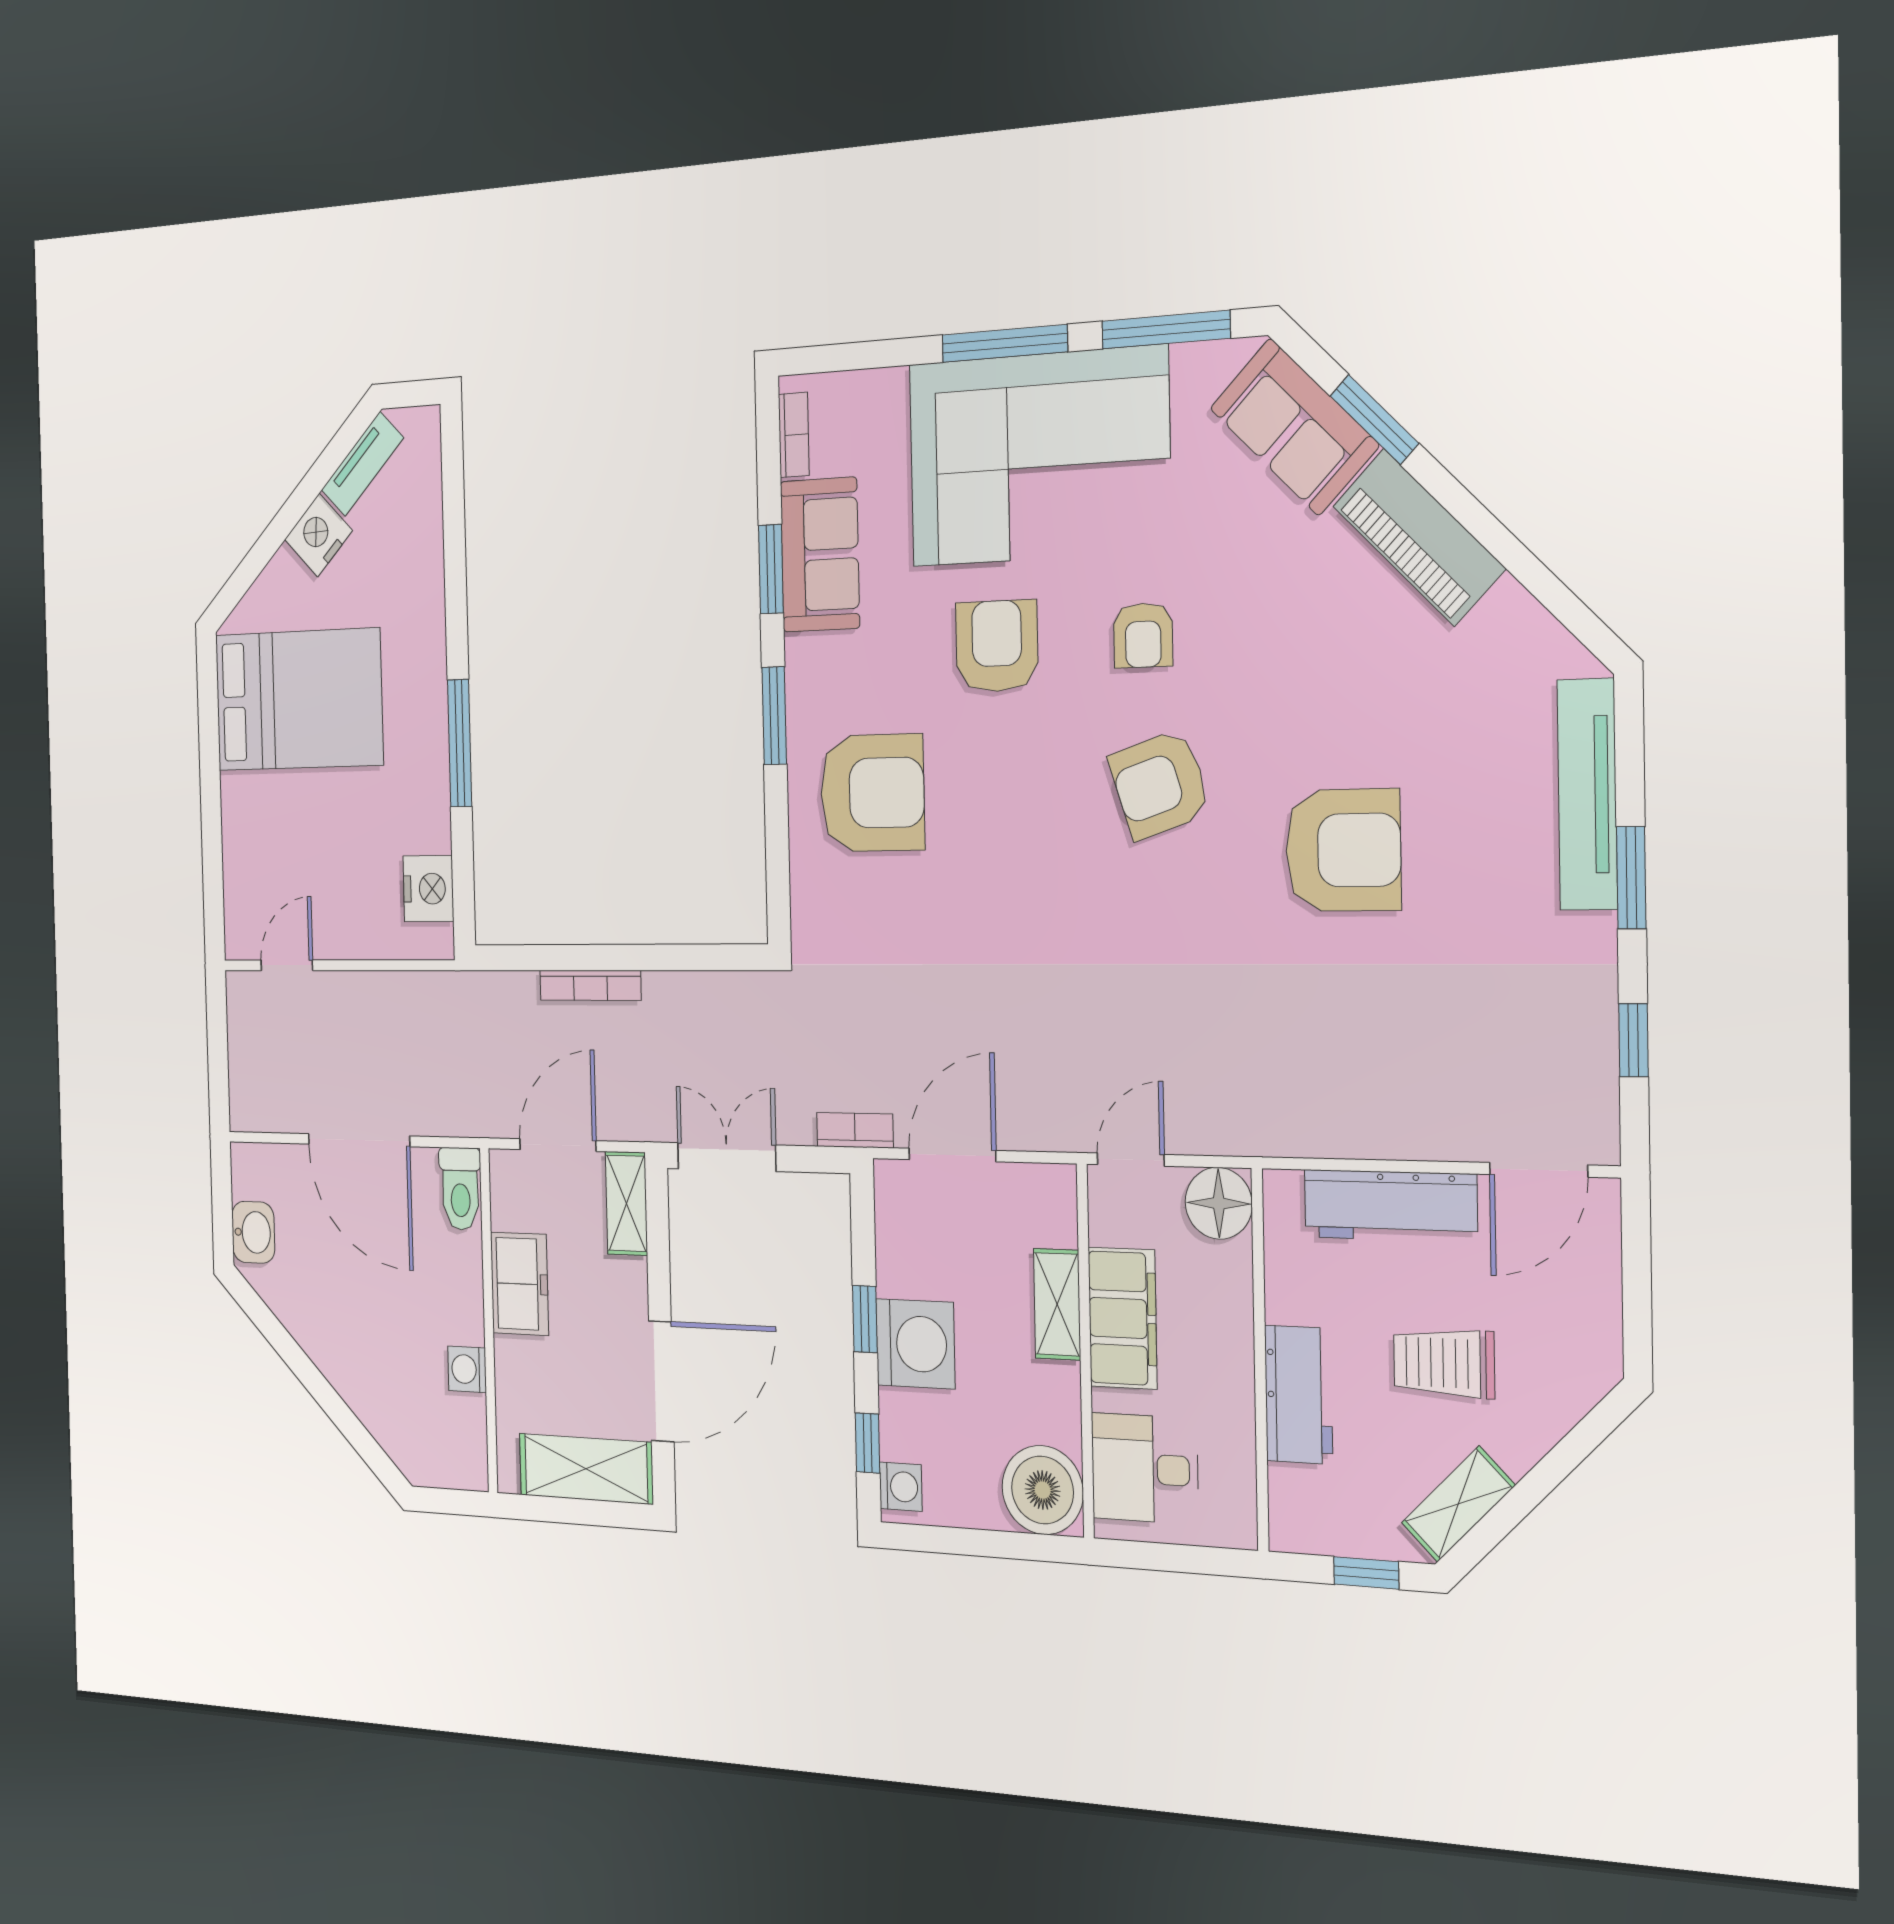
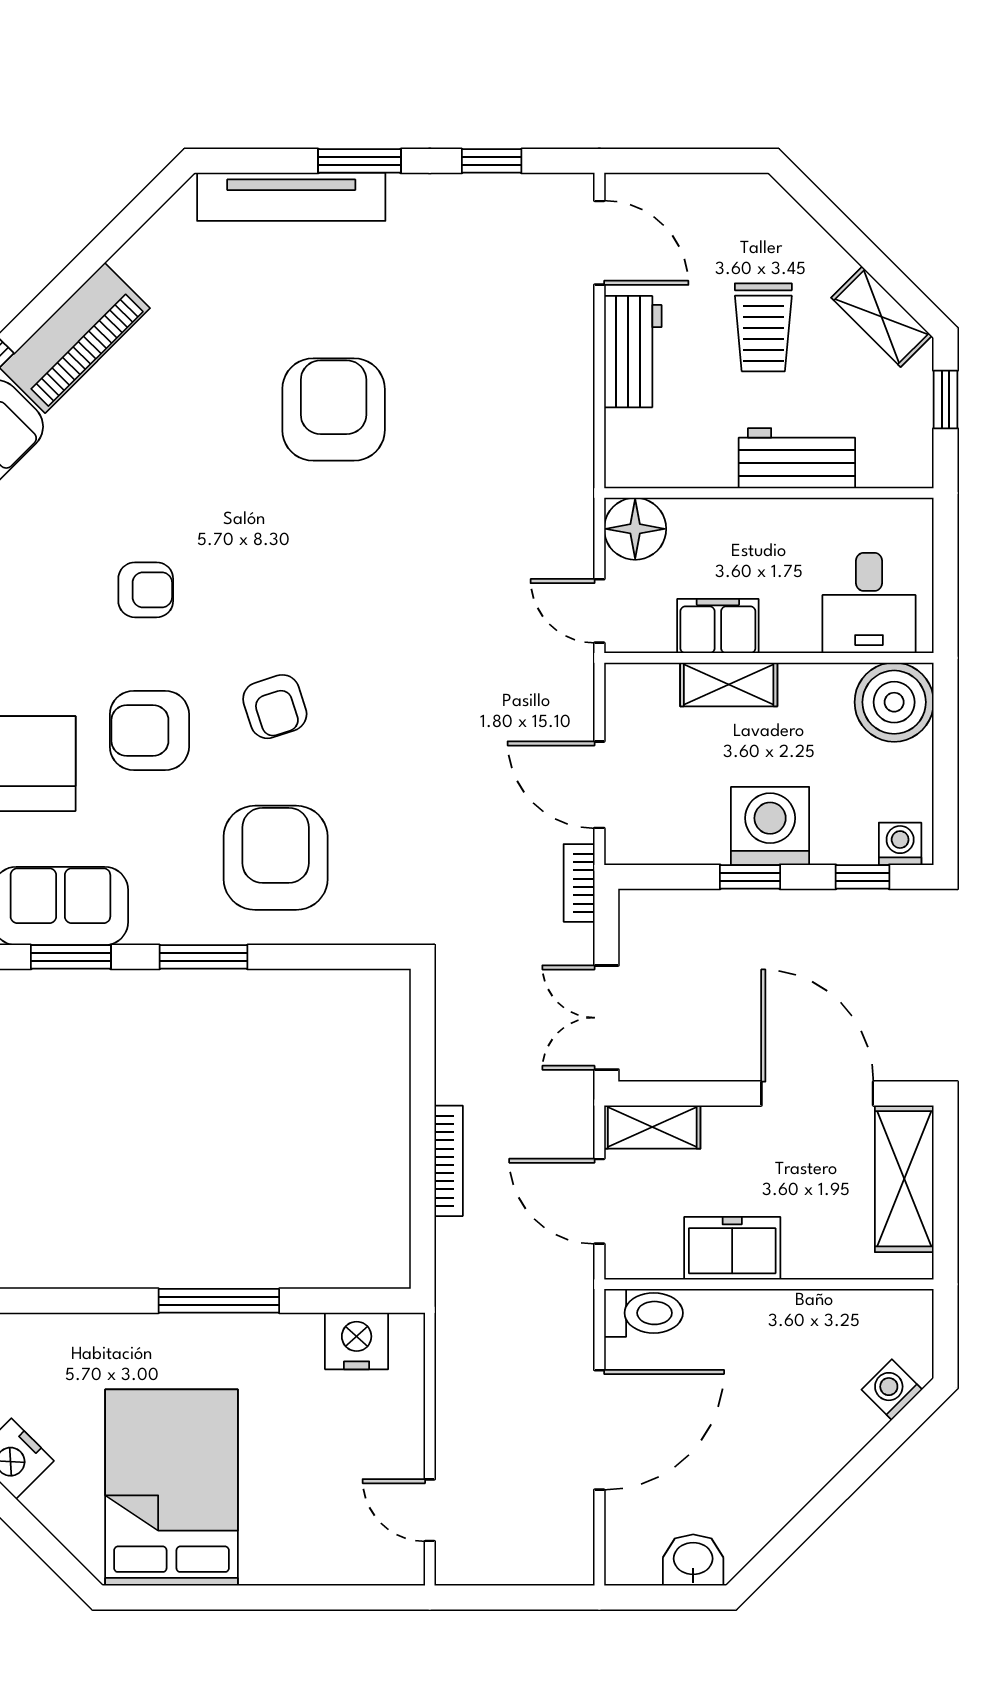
armchair: (1160, 784) -> (275, 707), moved, width x0.72, depth x0.72
workbench: (1390, 1206) -> (633, 352), width x0.73
filing cabinet: (1123, 1318) -> (718, 626), width x0.67, depth x0.86
washing machine: (467, 1369) -> (892, 1390), moved, turned 135

